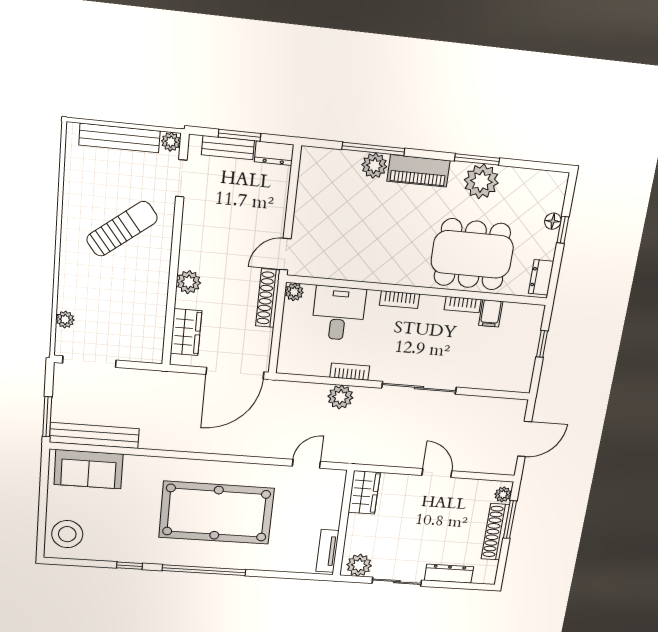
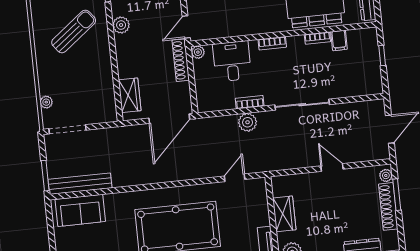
plant: (189, 282) -> (121, 25), moved
wardrobe: (364, 492) -> (284, 214), moved

